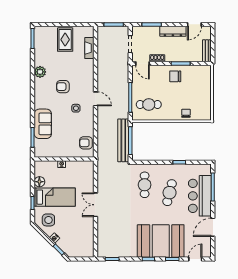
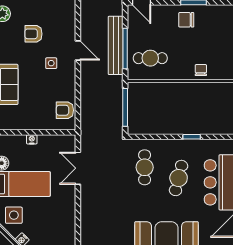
bench: (123, 140) -> (116, 45), moved
double door: (96, 205) -> (78, 168), moved

